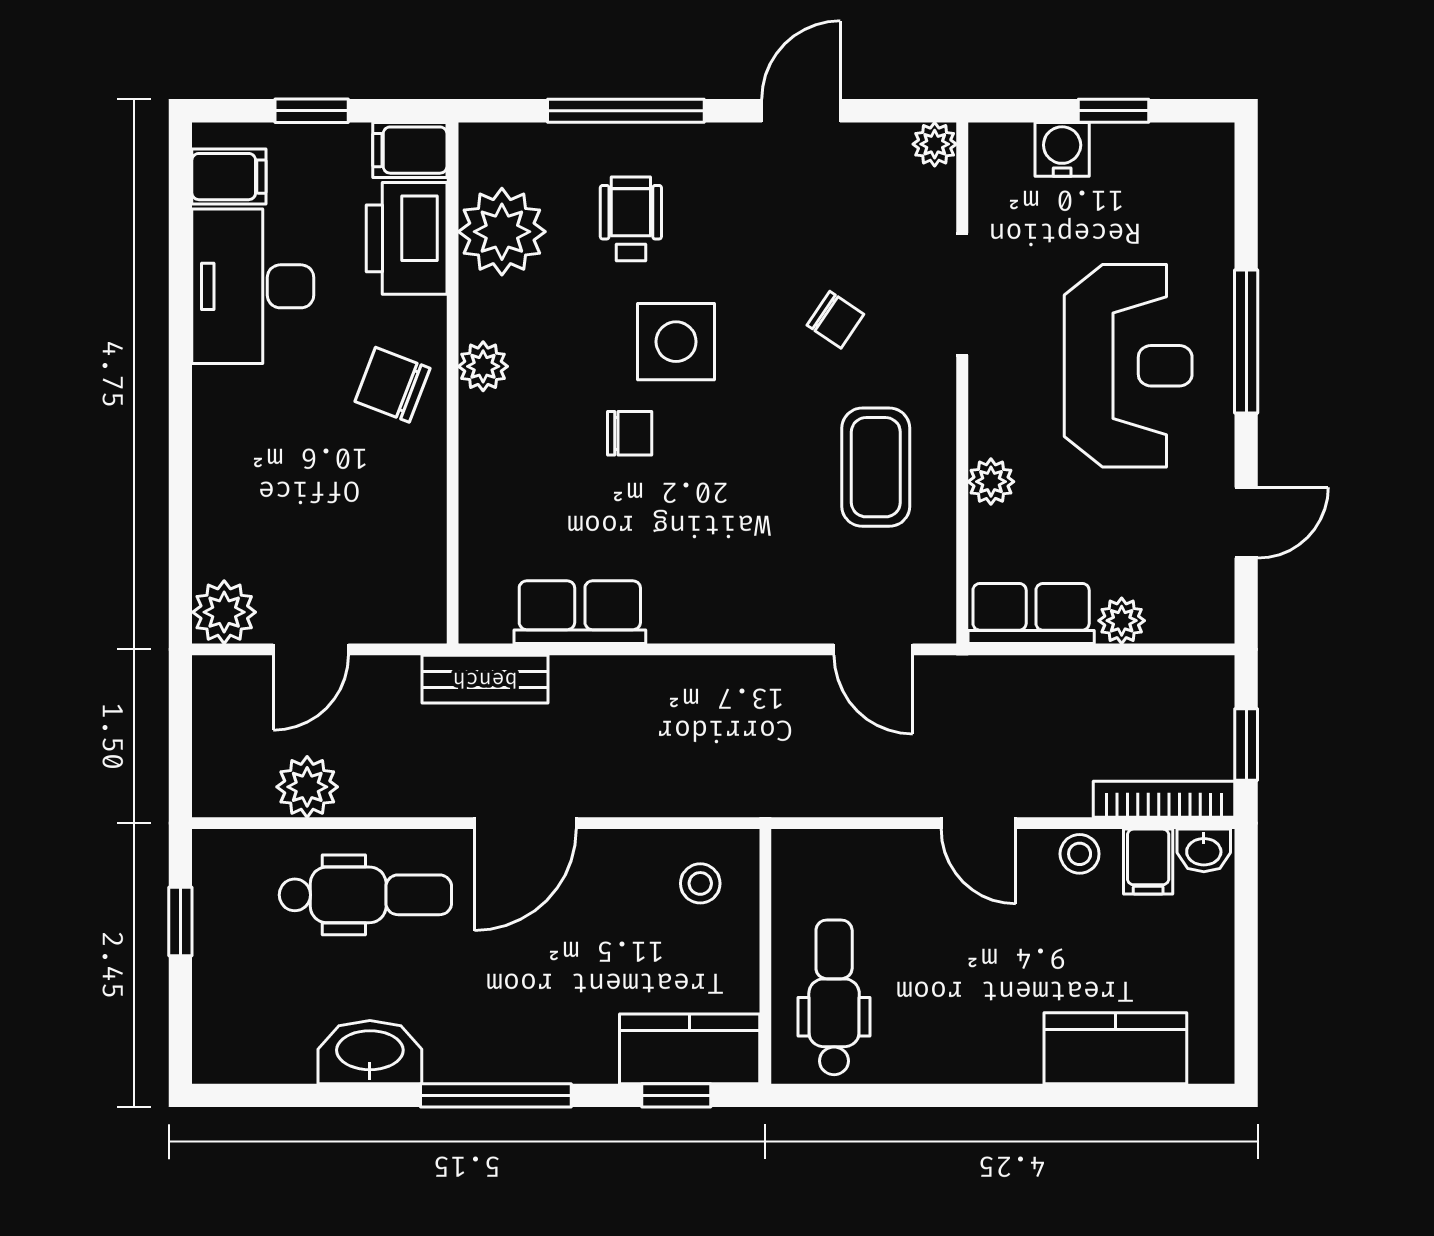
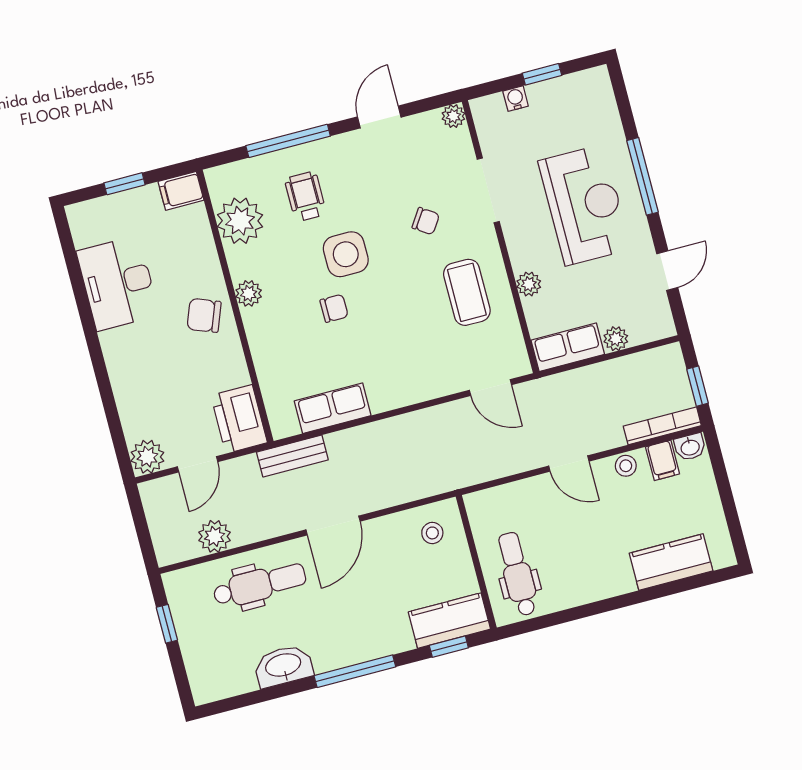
water cooler: (1062, 149) -> (516, 99), width x0.72, depth x0.72
filing cabinet: (229, 177) -> (90, 229), removed
printer: (407, 238) -> (239, 419), moved

